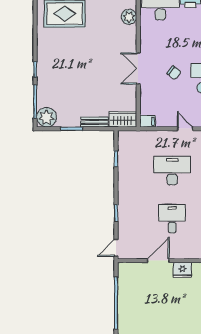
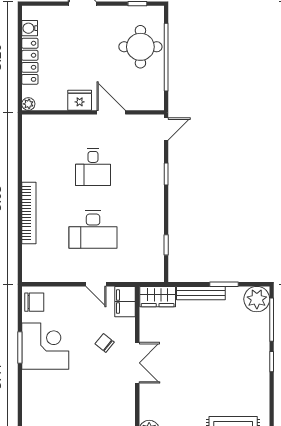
chair: (174, 73) -> (105, 343), moved
filing cabinet: (148, 121) -> (125, 302), width x2.00
bench: (94, 122) -> (201, 293), width x1.36
door: (185, 129) -> (96, 284), moved
door: (158, 261) -> (111, 112), swing flipped
round table: (136, 311) -> (140, 47), added

